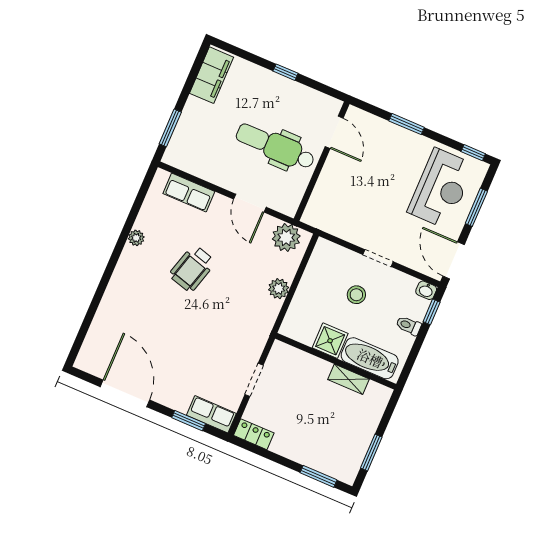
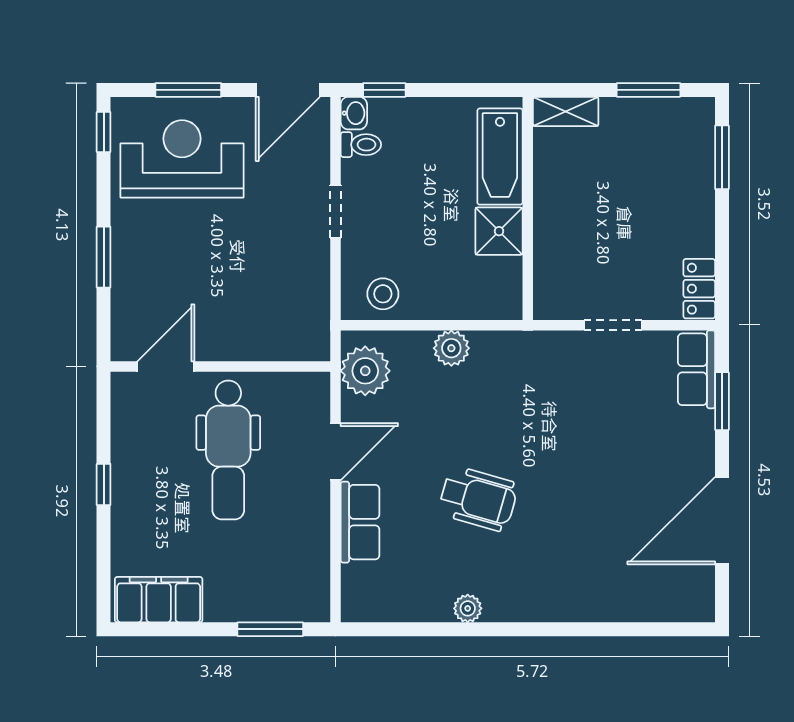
row of seats: (189, 193) -> (360, 522), moved
stool: (356, 295) -> (383, 294), moved
toilet: (409, 326) -> (361, 145), moved, turned -90
shelving: (348, 379) -> (566, 111), moved, turned 90

